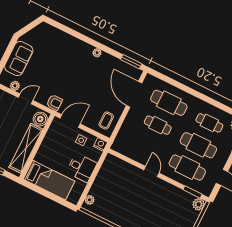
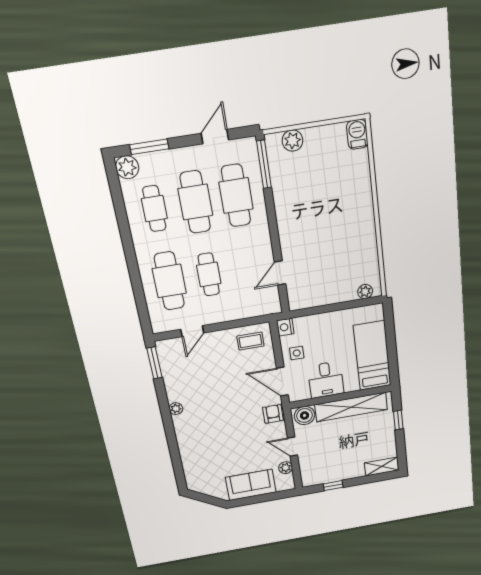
door: (134, 94) -> (192, 331), width x0.53
desk: (82, 168) -> (326, 380), moved, turned 180
door: (151, 172) -> (280, 273), moved
window: (193, 192) -> (264, 164), width x1.44
plant: (199, 204) -> (292, 141), moved

